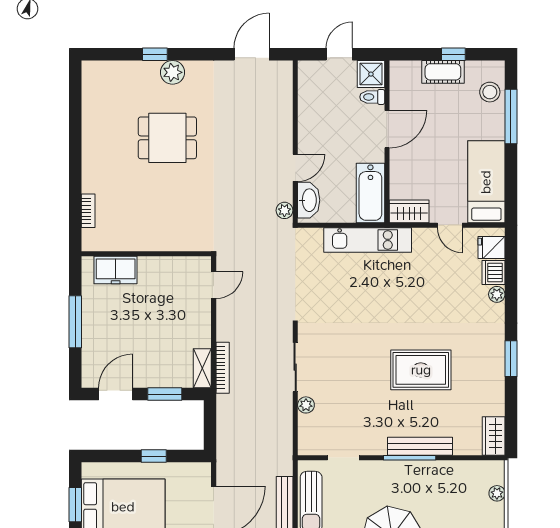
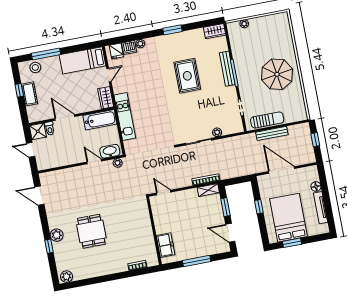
plant: (93, 76) -> (67, 277), added

